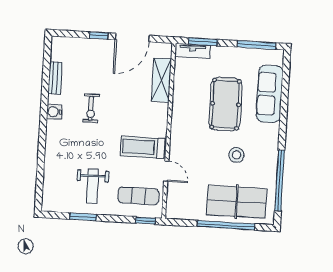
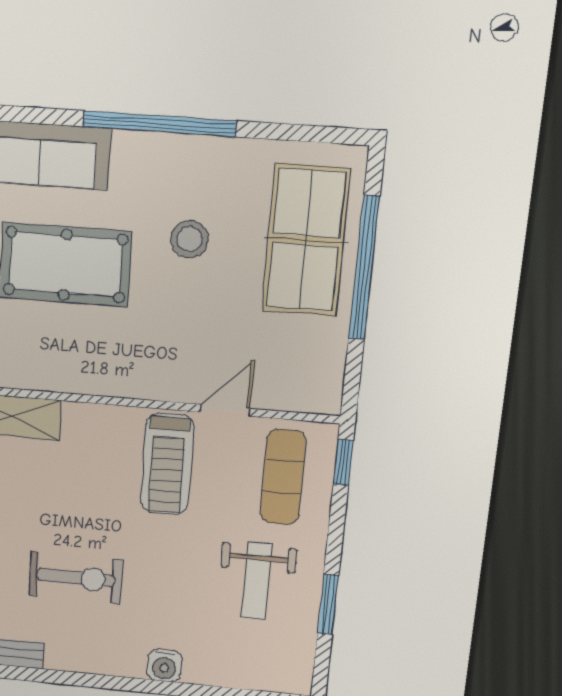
exercise bike: (91, 108) -> (76, 578), width x1.38, depth x1.39
water cooler: (54, 112) -> (164, 666), moved
window: (280, 180) -> (159, 124), moved
weight bench: (92, 186) -> (257, 581), turned 90

